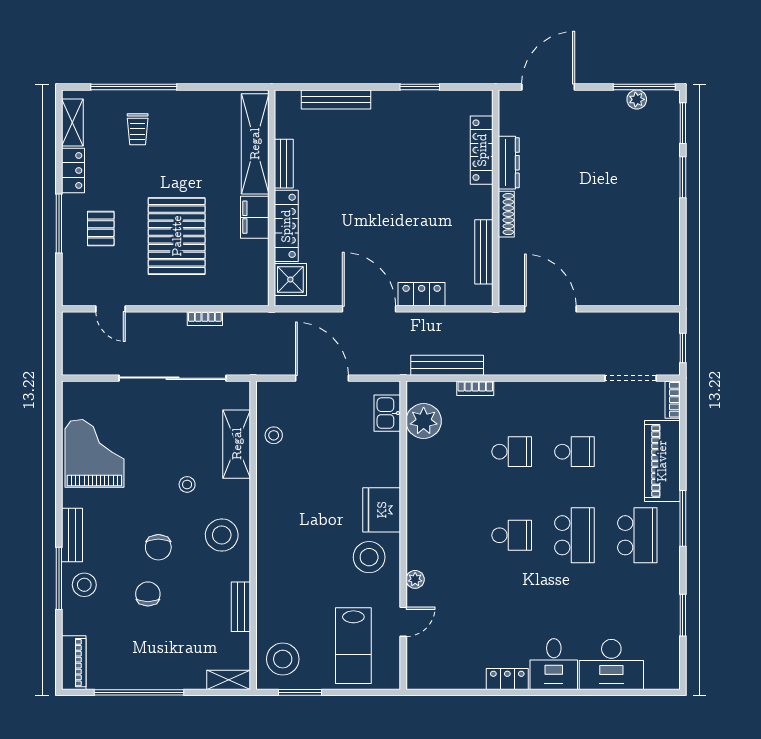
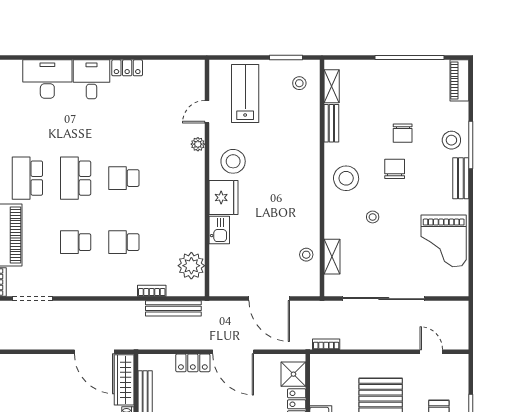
wardrobe: (511, 272) -> (124, 380), added
bookcase: (205, 319) -> (326, 344), moved
kitchen sink: (387, 413) -> (219, 230), moved
shelving: (237, 444) -> (332, 257), width x0.67, depth x0.75
stool: (283, 659) -> (299, 83), width x0.53, depth x0.53
shelving: (229, 680) -> (332, 86), moved, turned 90

